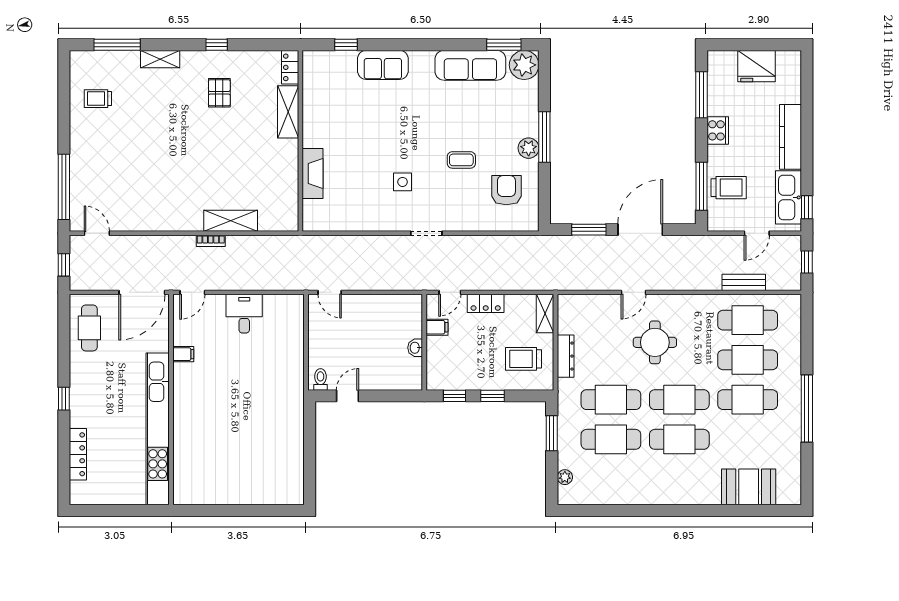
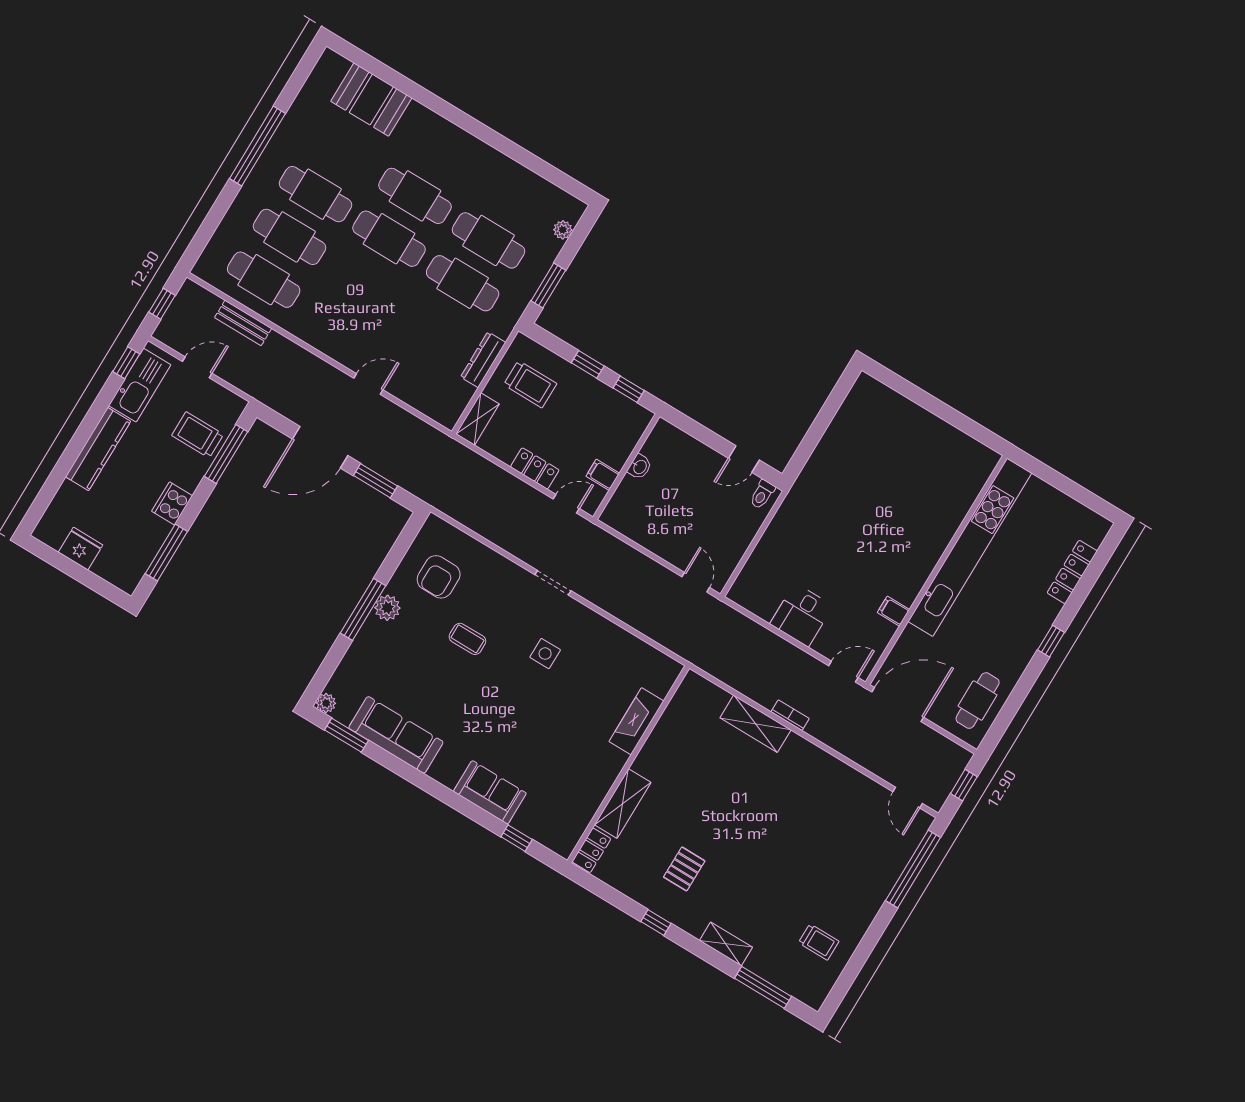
plant: (524, 65) -> (326, 703), width x0.53, depth x0.53
fridge: (756, 66) -> (81, 549), width x0.73, depth x0.75
round table: (655, 342) -> (378, 316), removed

